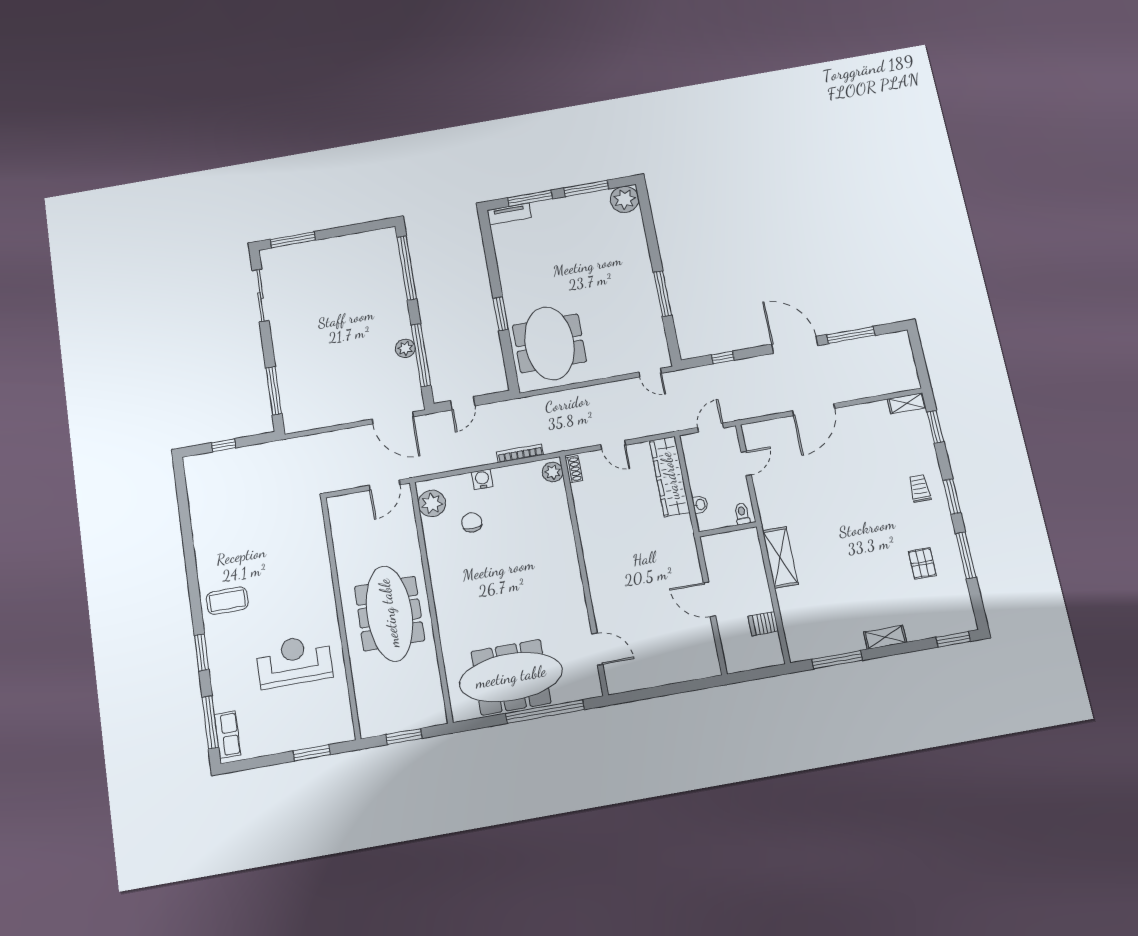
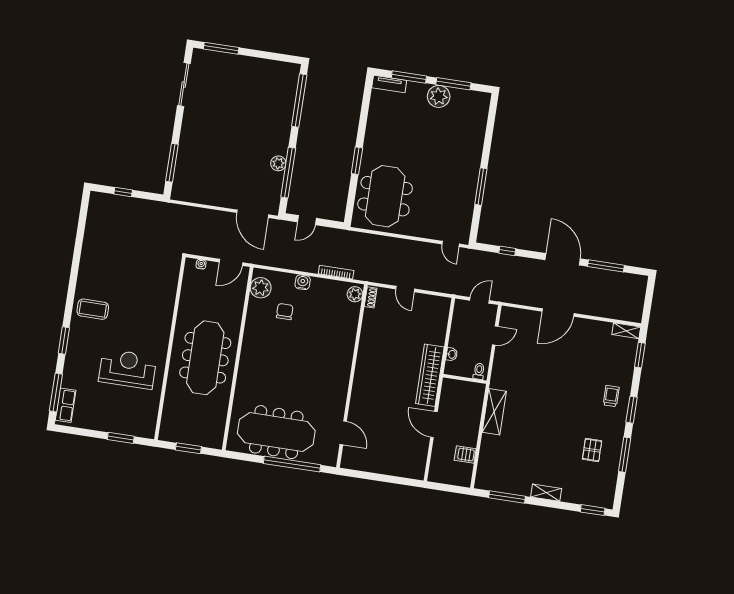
plant: (625, 199) -> (439, 96), moved
wardrobe: (670, 476) -> (430, 375), moved
water cooler: (348, 500) -> (201, 264), added

